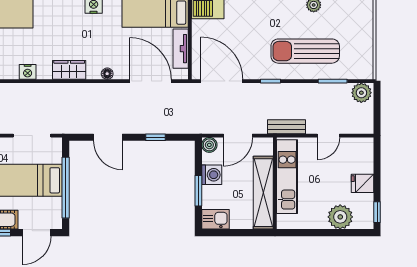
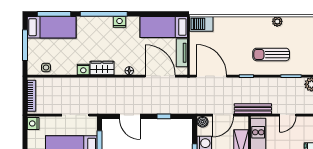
sun lounger: (305, 51) -> (271, 54), width x0.73, depth x0.75
nightstand: (28, 72) -> (83, 69), moved
bench: (287, 127) -> (253, 109), width x1.36

